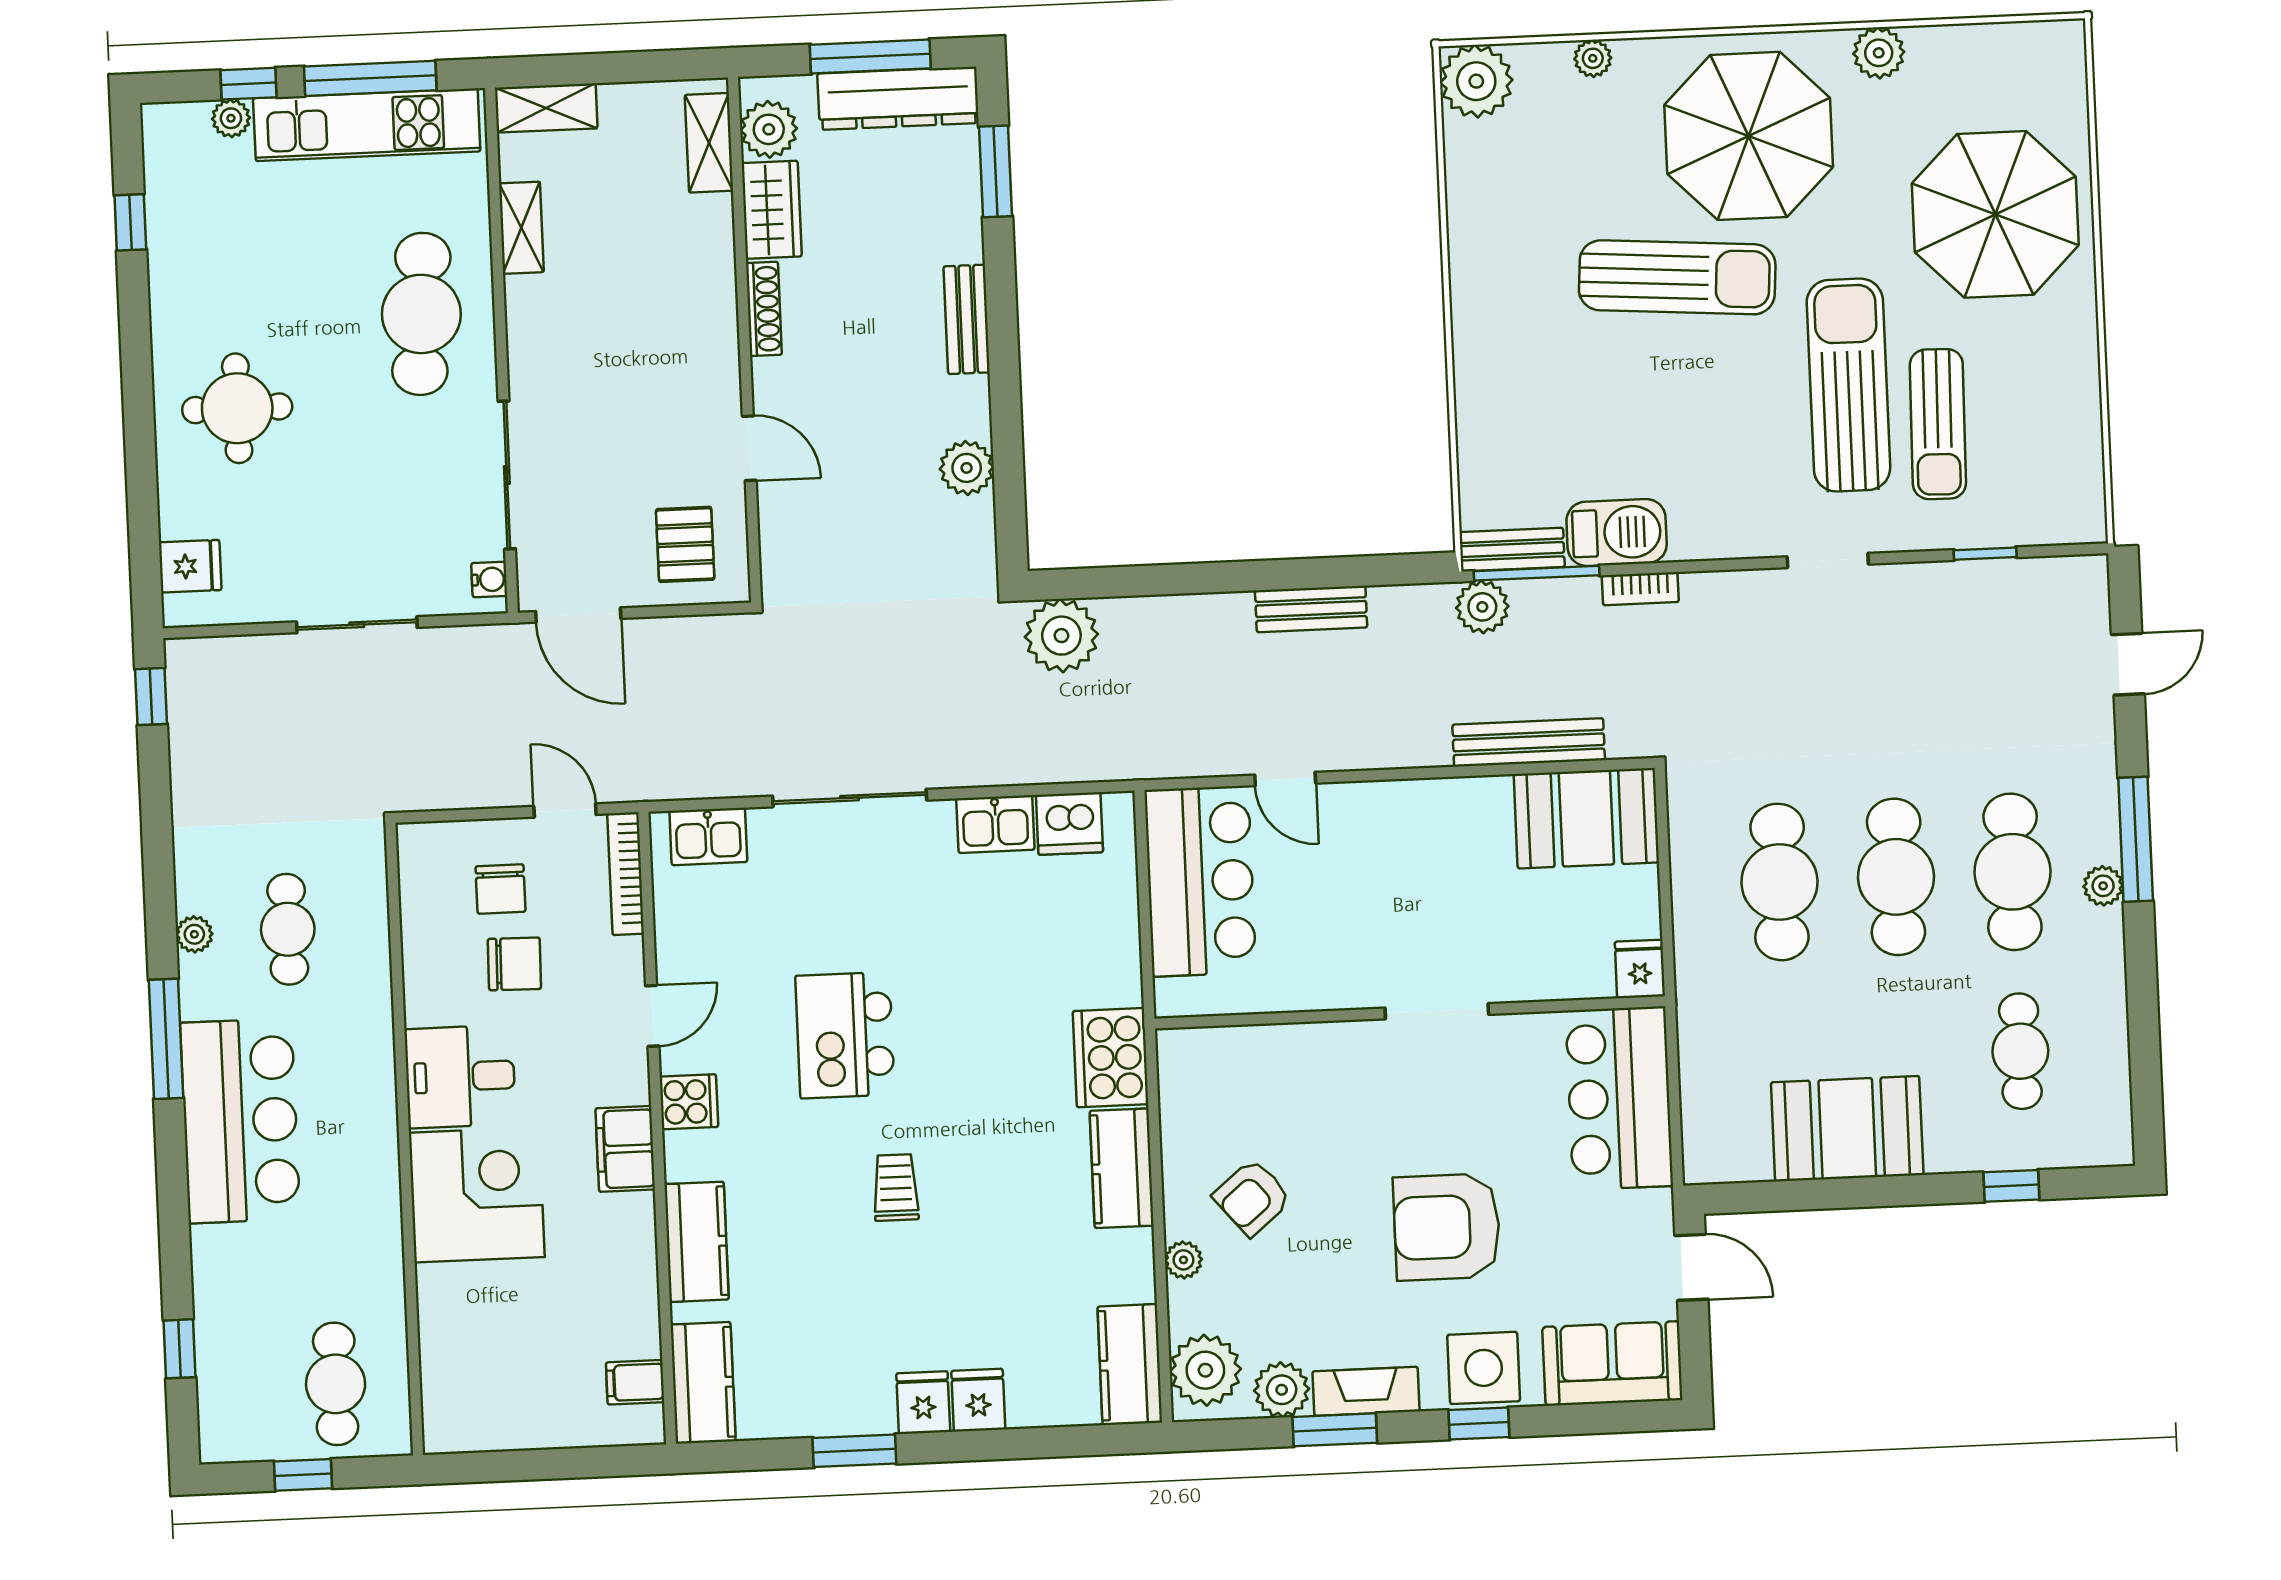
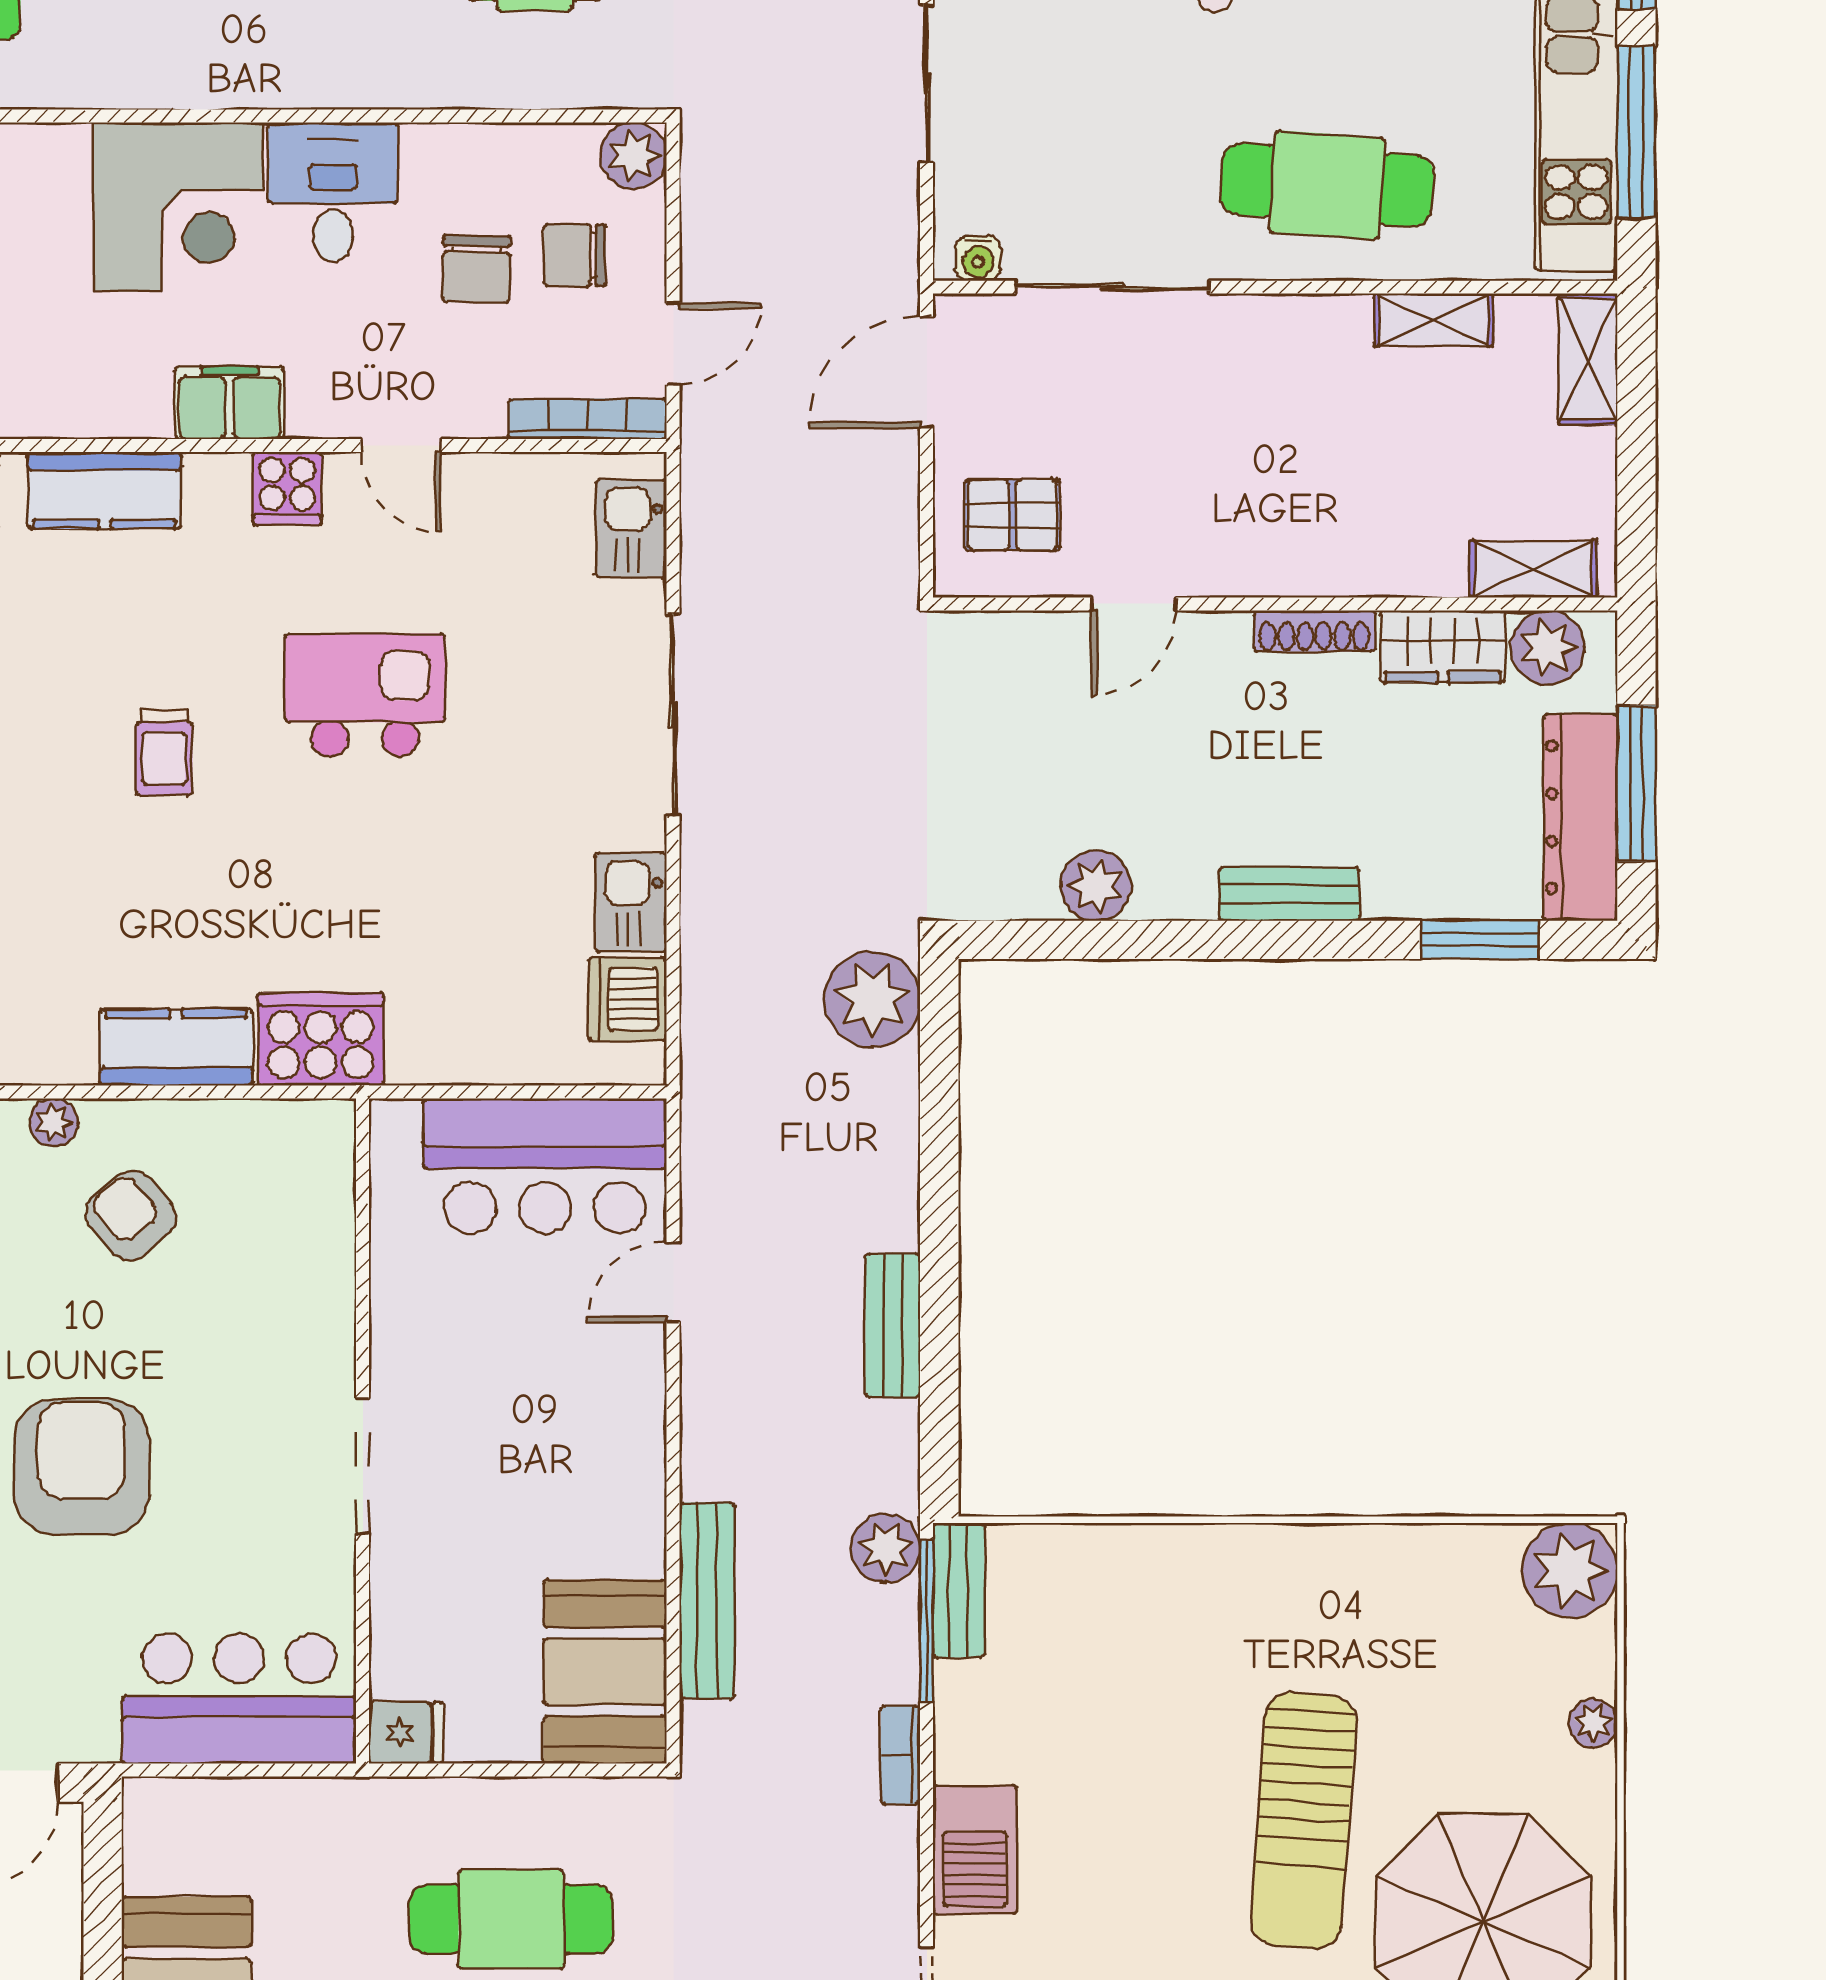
barbecue: (1617, 532) -> (975, 1850), moved
plant: (422, 847) -> (633, 156), added
trolley: (896, 1187) -> (164, 752), turned 90

